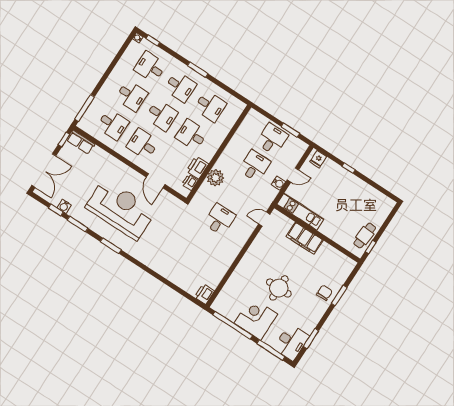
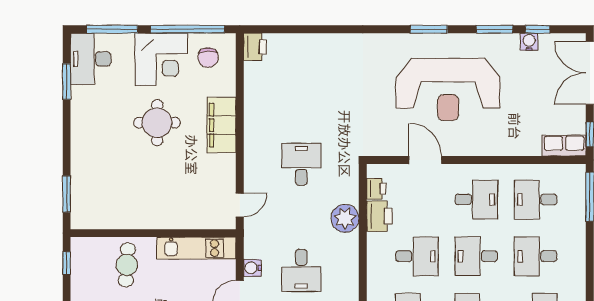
desk: (220, 219) -> (301, 164), turned 180
cafe table: (365, 236) -> (127, 265), moved
filing cabinet: (305, 238) -> (222, 125), moved, turned -90
chair: (324, 293) -> (208, 58), moved
window: (339, 295) -> (67, 194), moved

